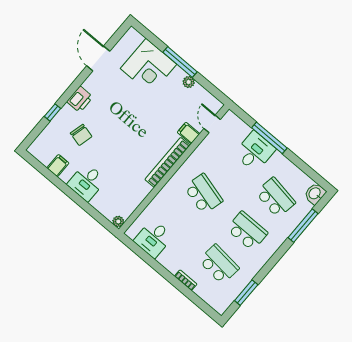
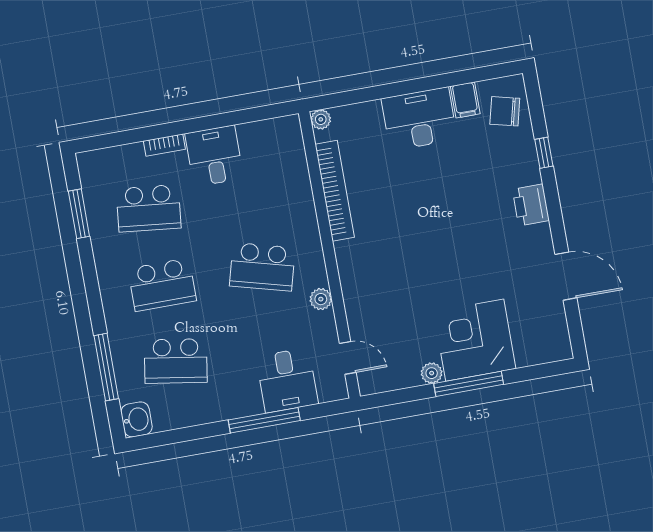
corner desk: (148, 66) -> (475, 340), moved
filing cabinet: (189, 133) -> (362, 315), removed
chair: (81, 135) -> (505, 111), moved
desk: (255, 152) -> (287, 380), moved
plant: (196, 157) -> (321, 299), added
bookcase: (168, 162) -> (335, 191), moved
desk: (87, 182) -> (419, 119), width x1.37
desk: (153, 239) -> (214, 156), moved

